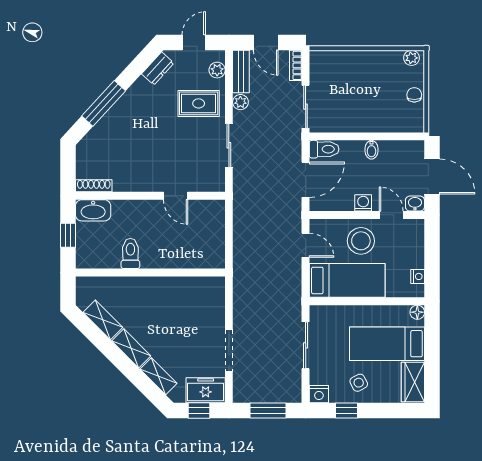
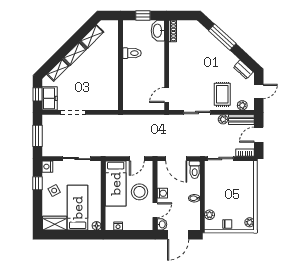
door: (194, 42) -> (259, 91), hinge flipped
plant: (399, 124) -> (210, 215), added
door: (176, 196) -> (167, 95), moved

